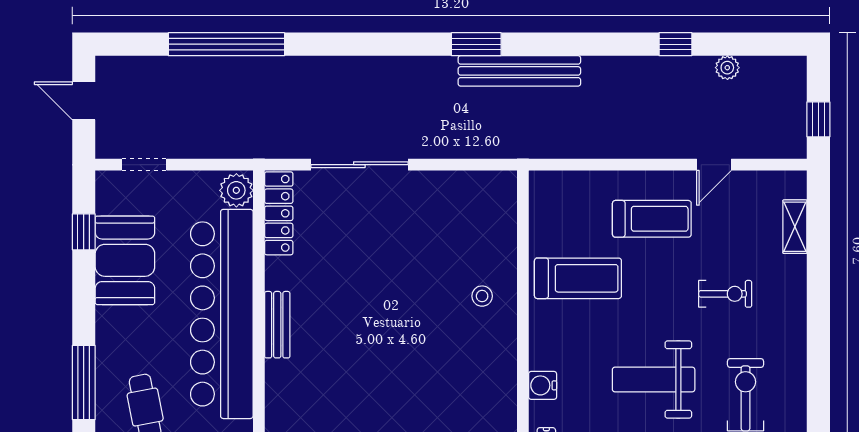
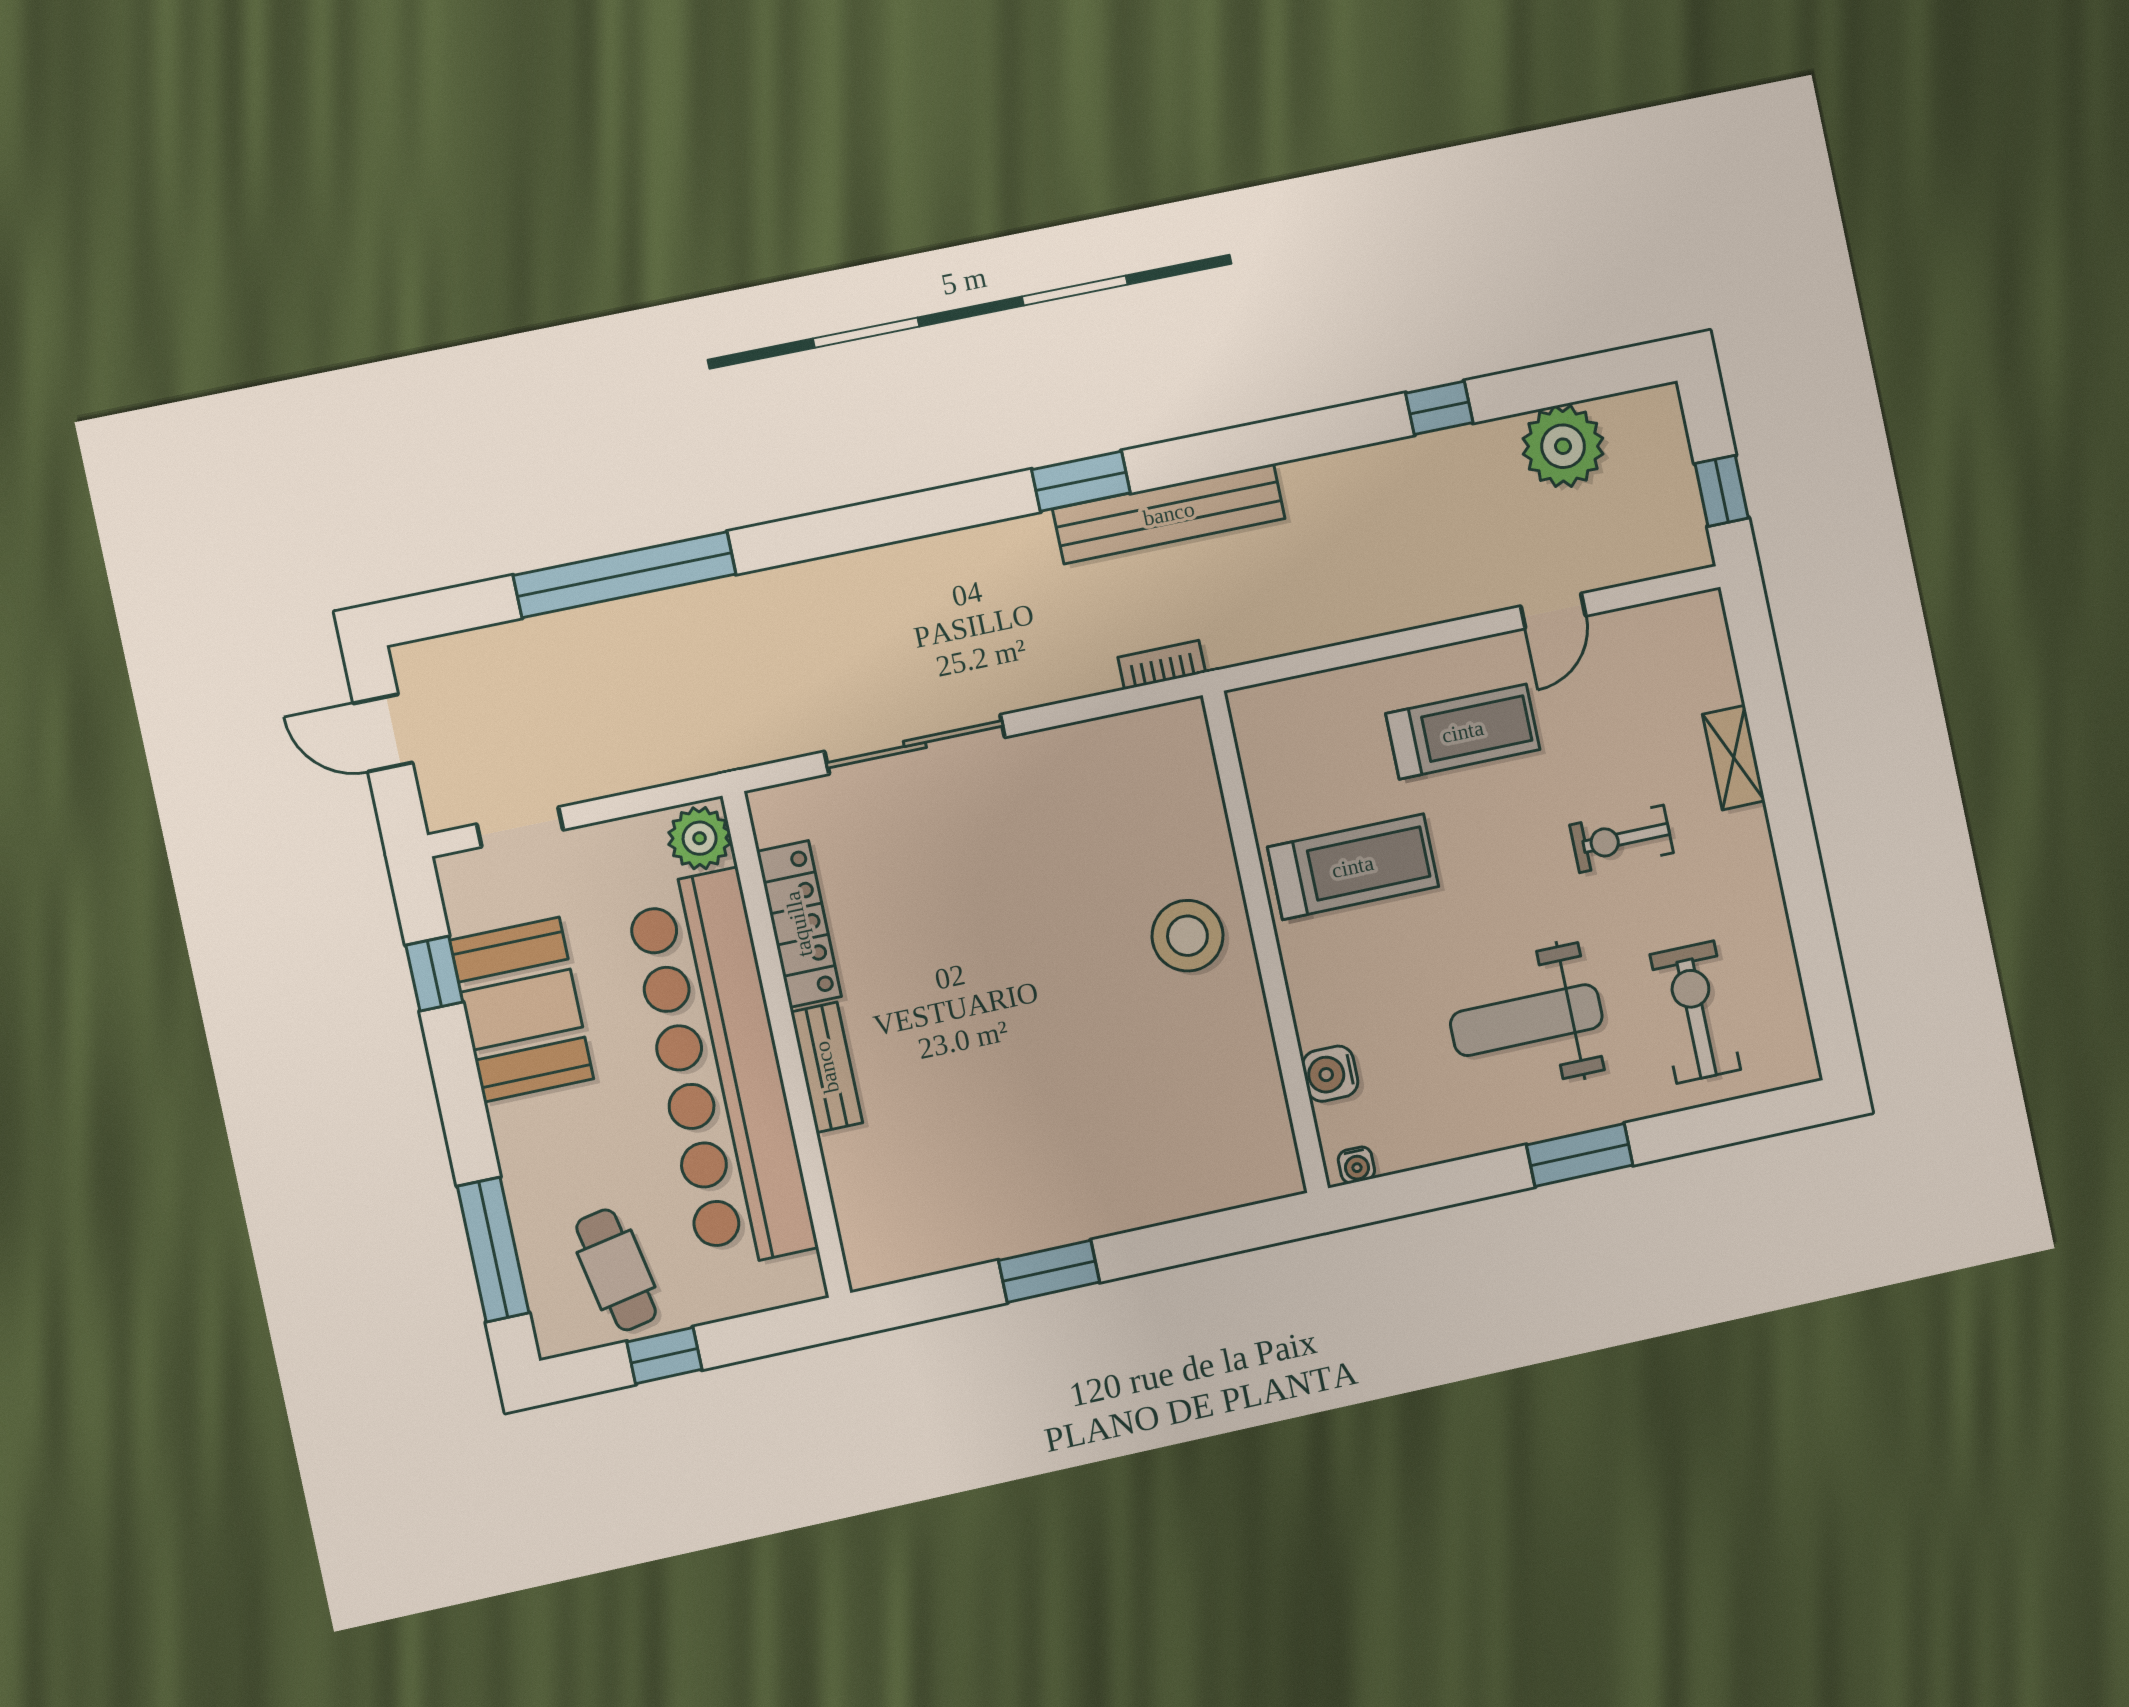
plant: (727, 68) -> (1563, 446), width x1.87, depth x1.87
bookcase: (499, 150) -> (1162, 665), added
locker: (279, 213) -> (799, 924), moved
shelving: (795, 227) -> (1734, 758), moved
exercise bike: (725, 294) -> (1622, 839), turned 180
stool: (482, 296) -> (1187, 936), width x1.89, depth x1.89

